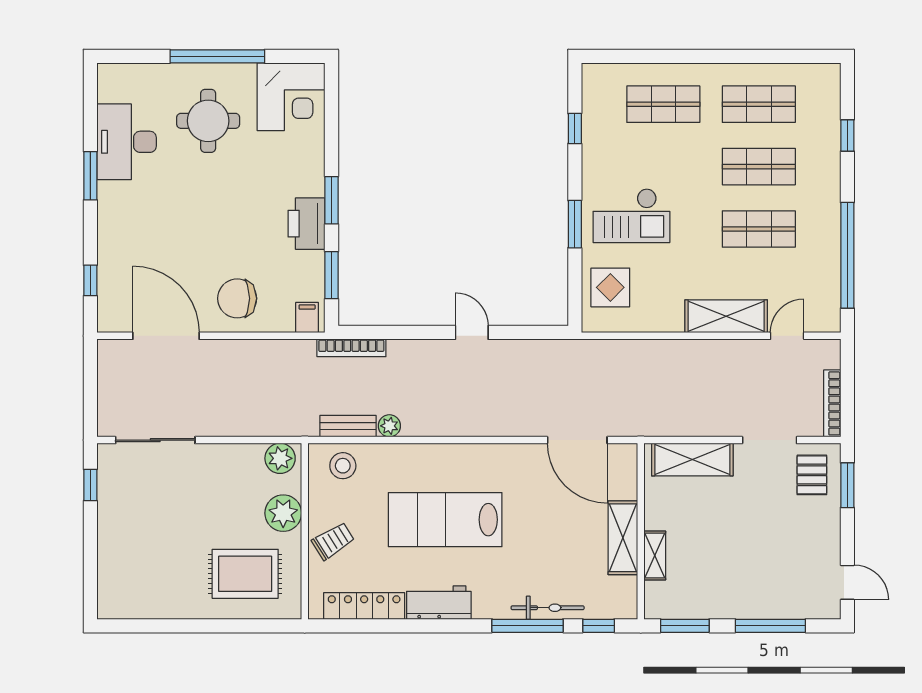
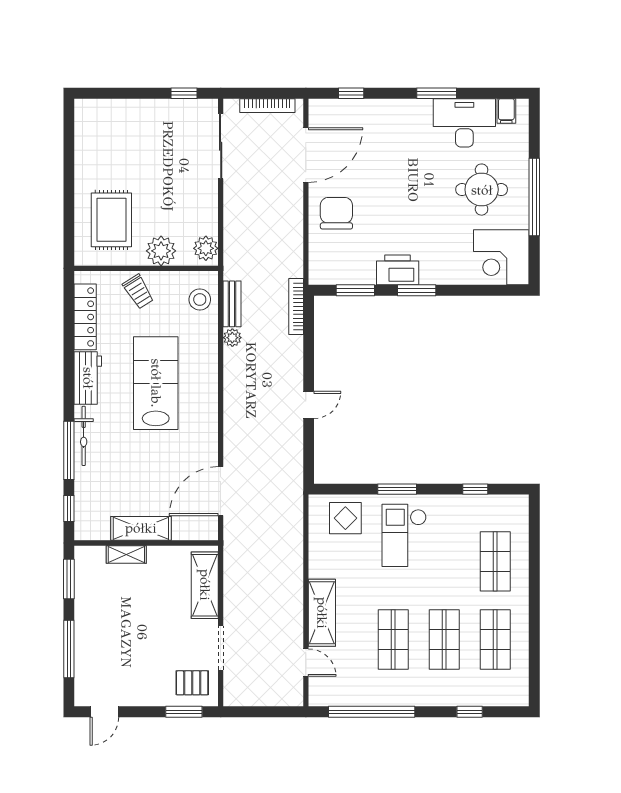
filing cabinet: (307, 318) -> (506, 111), moved, turned 90
bookcase: (832, 403) -> (267, 106), moved, turned 180
bicycle: (548, 608) -> (84, 436), moved

